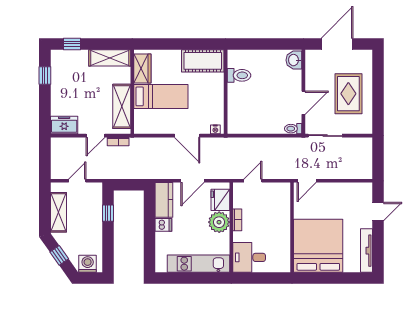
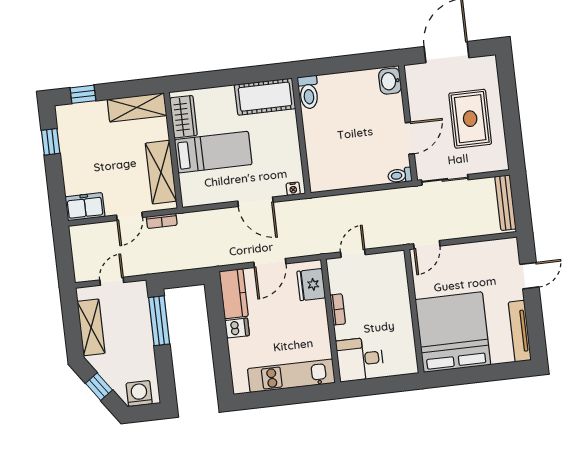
toilet: (239, 75) -> (308, 92), moved, turned 90
bench: (367, 157) -> (505, 203), added
window: (108, 213) -> (159, 321), width x2.17
plant: (219, 222) -> (313, 315), removed

